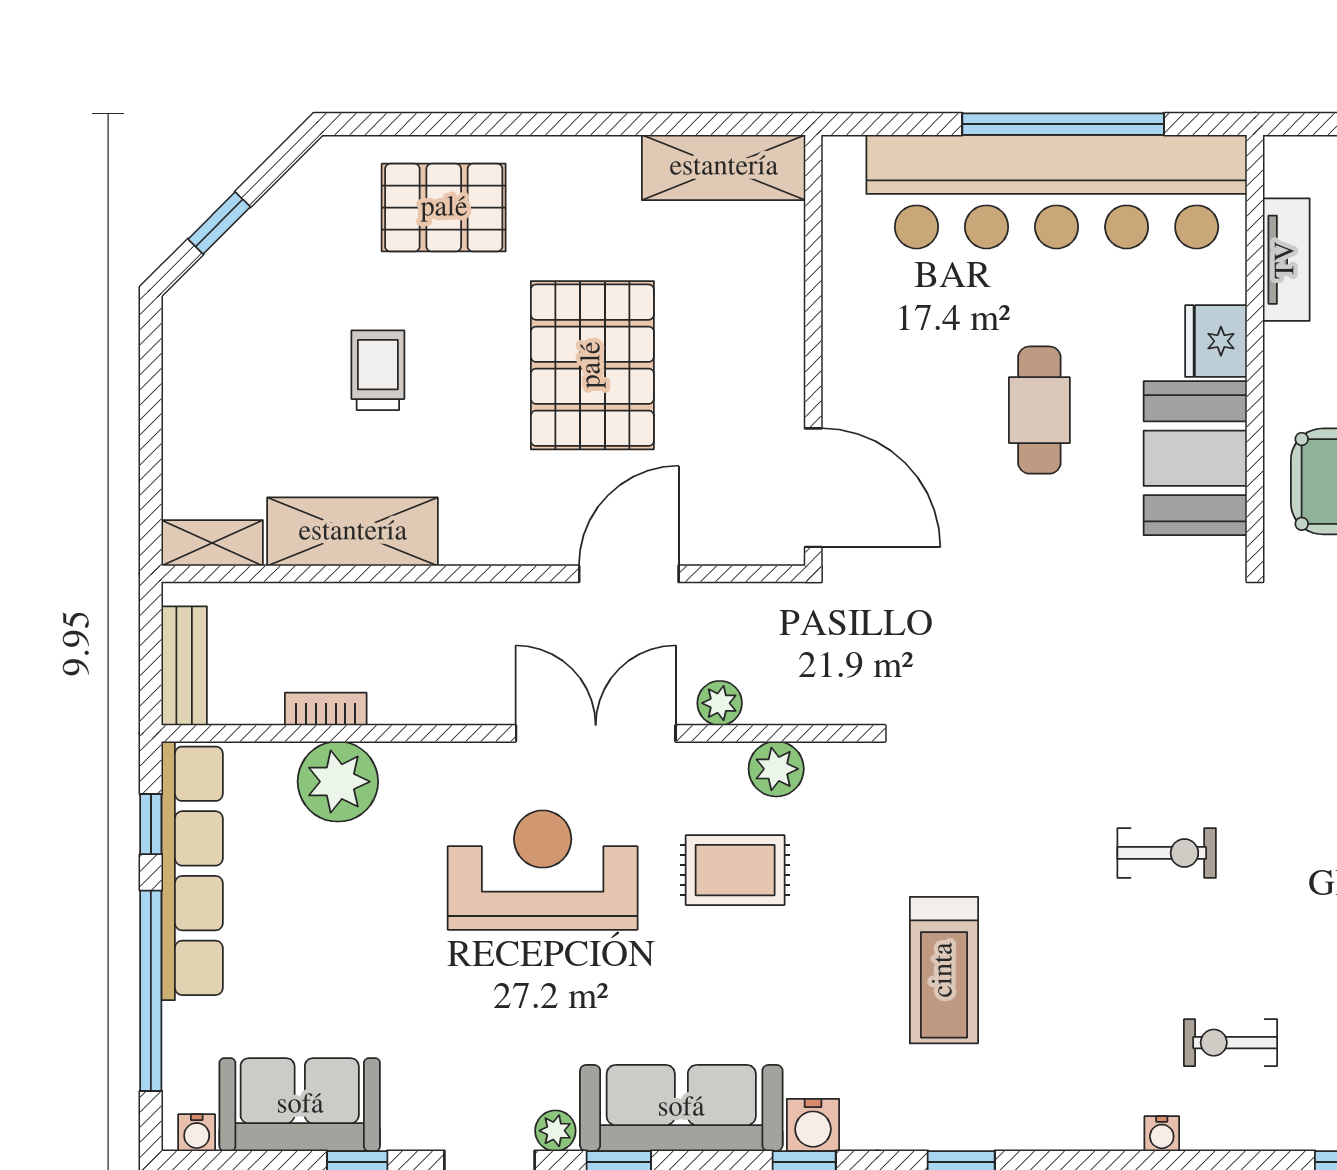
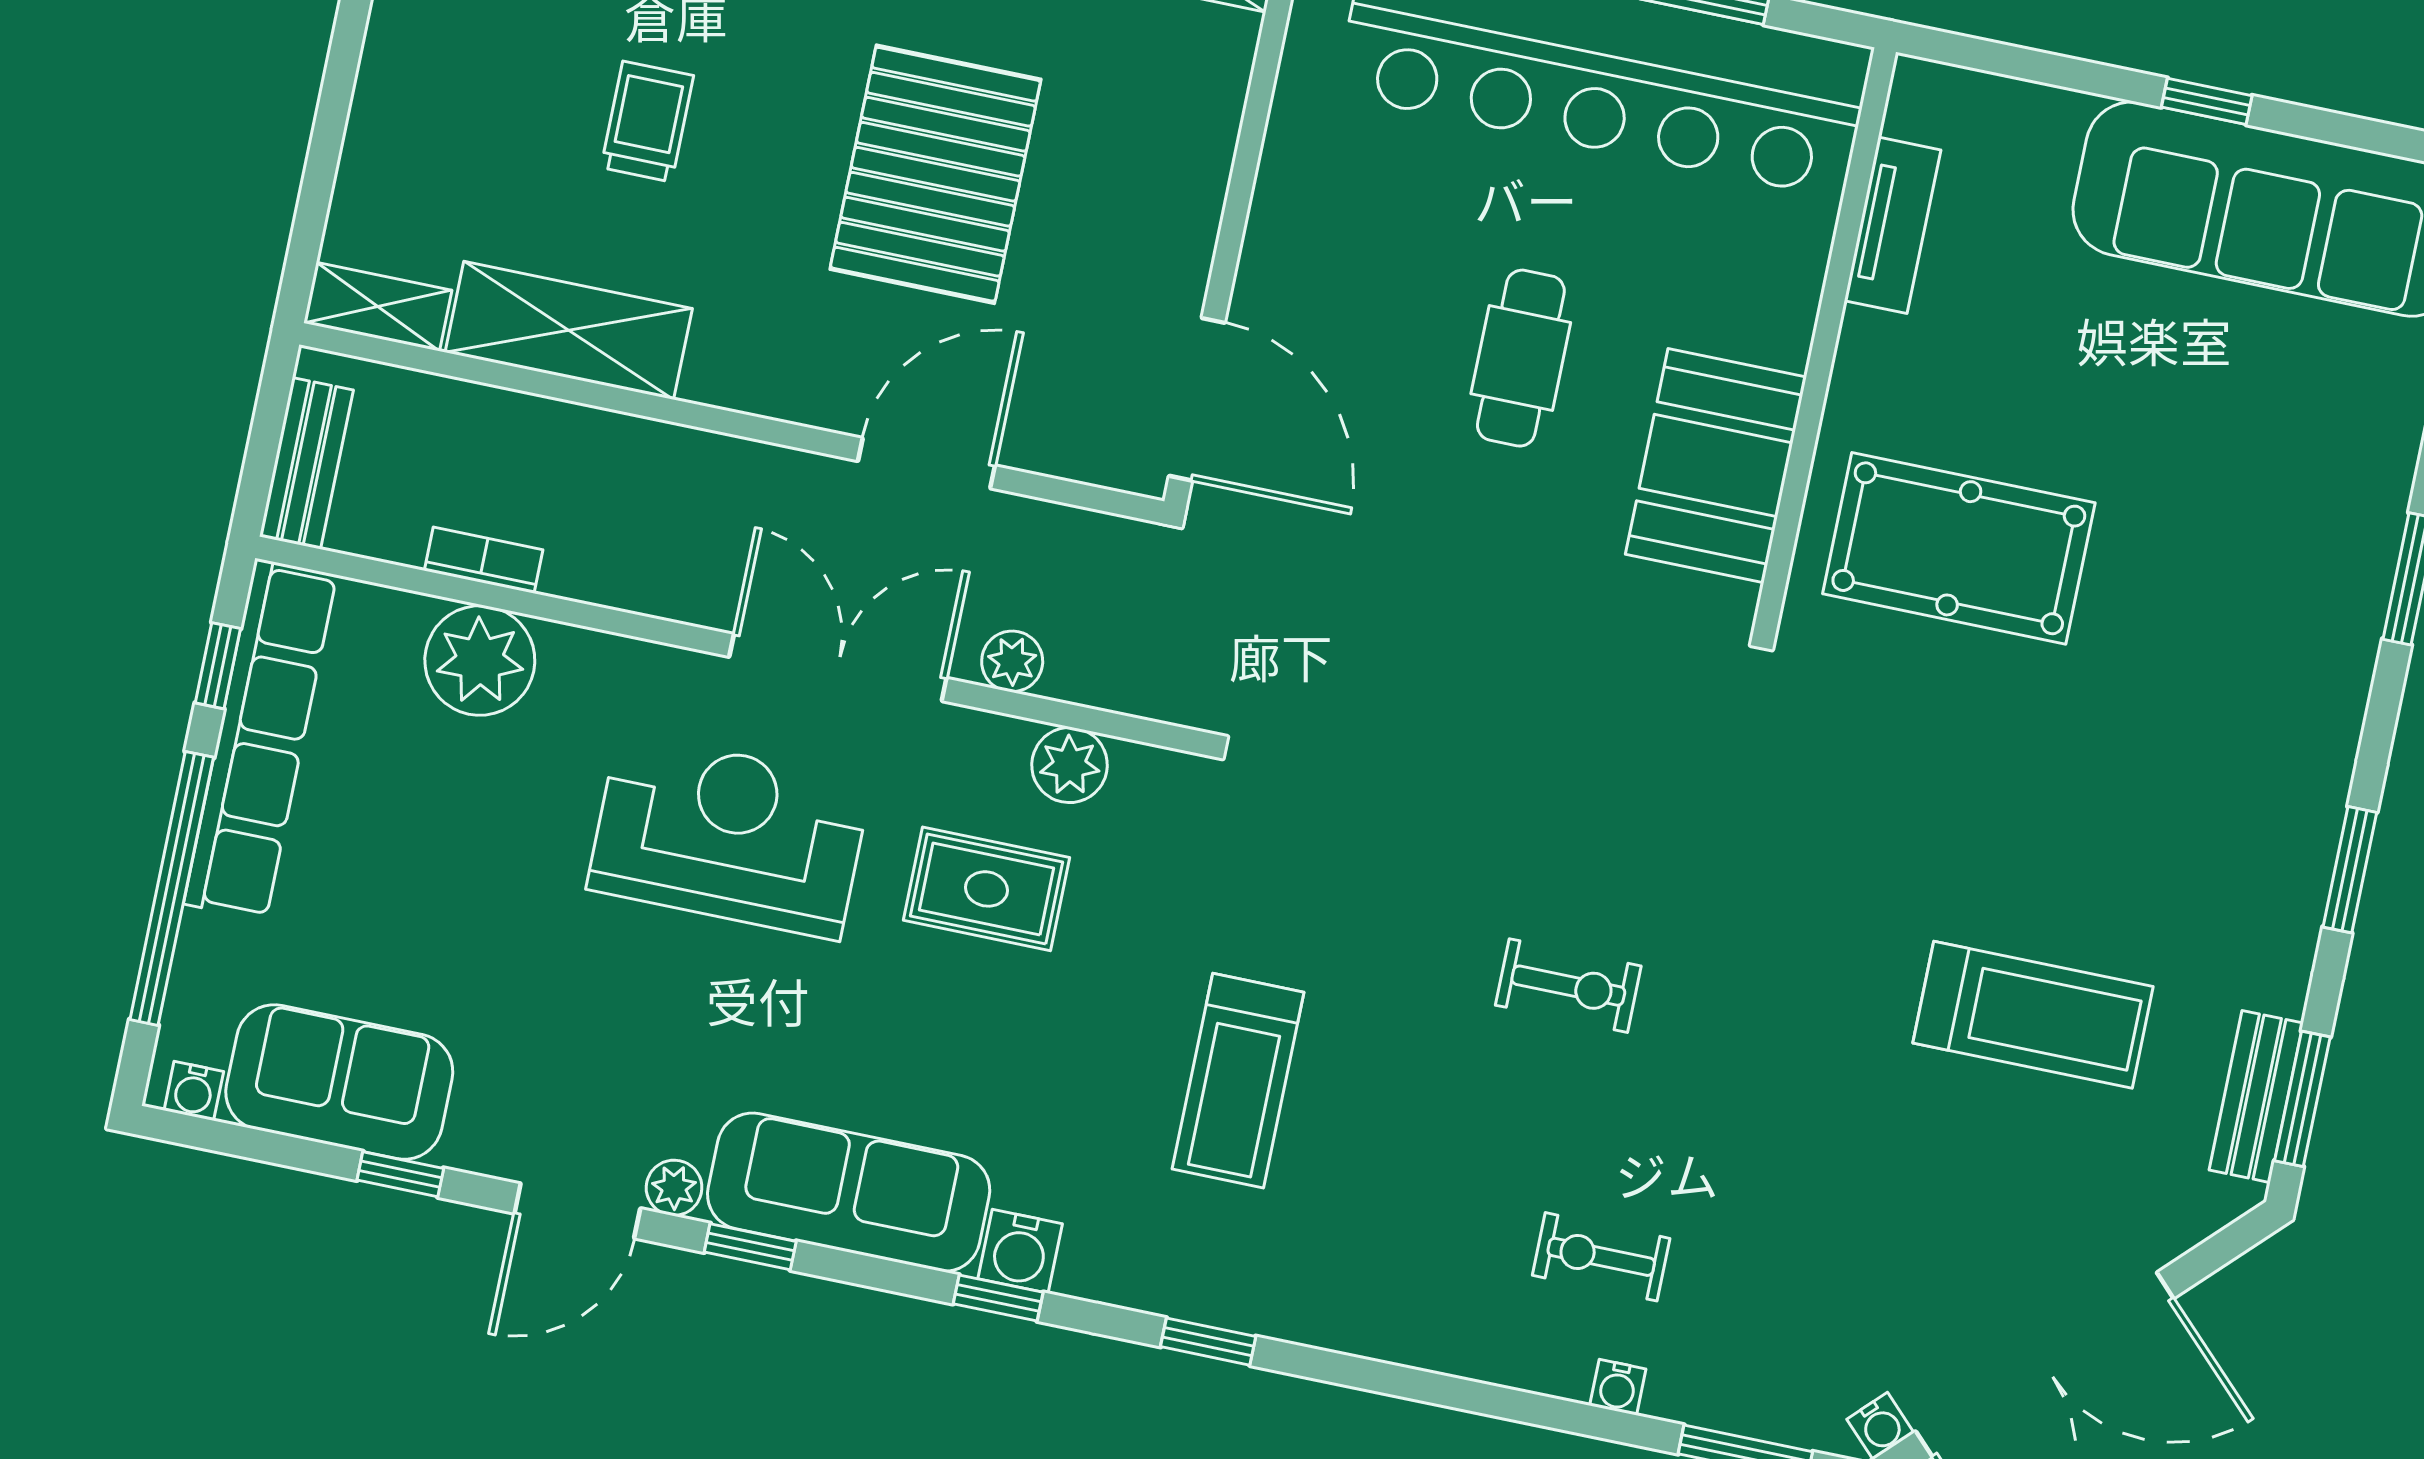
fridge: (1216, 341) -> (1776, 315), removed
water cooler: (1162, 1134) -> (1618, 1387), moved

